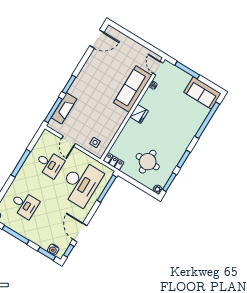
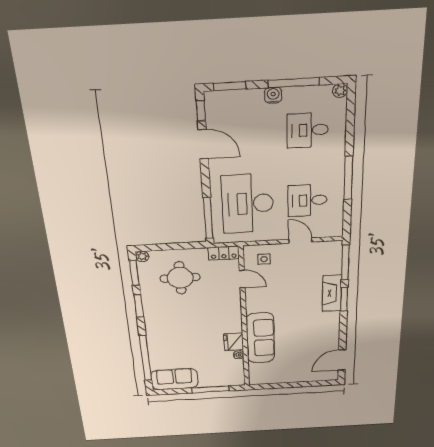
door: (158, 68) -> (242, 279), moved
fireplace: (64, 108) -> (332, 293), moved
fridge: (139, 114) -> (234, 342), moved
water cooler: (53, 250) -> (273, 95), moved

